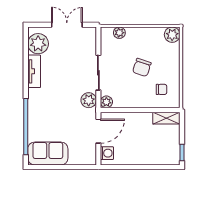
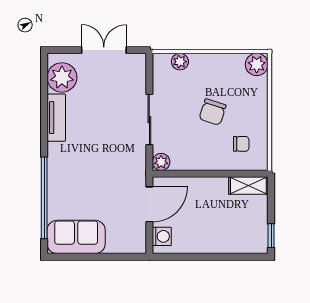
plant: (89, 100) -> (135, 160), removed

